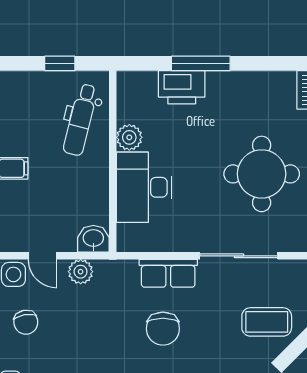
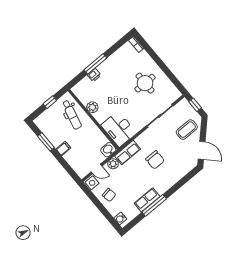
printer: (182, 87) -> (94, 75), width x0.53, depth x0.68
round table: (262, 174) -> (145, 83), width x0.73, depth x0.73
desk: (144, 187) -> (119, 129), moved
row of seats: (168, 273) -> (127, 153), moved

